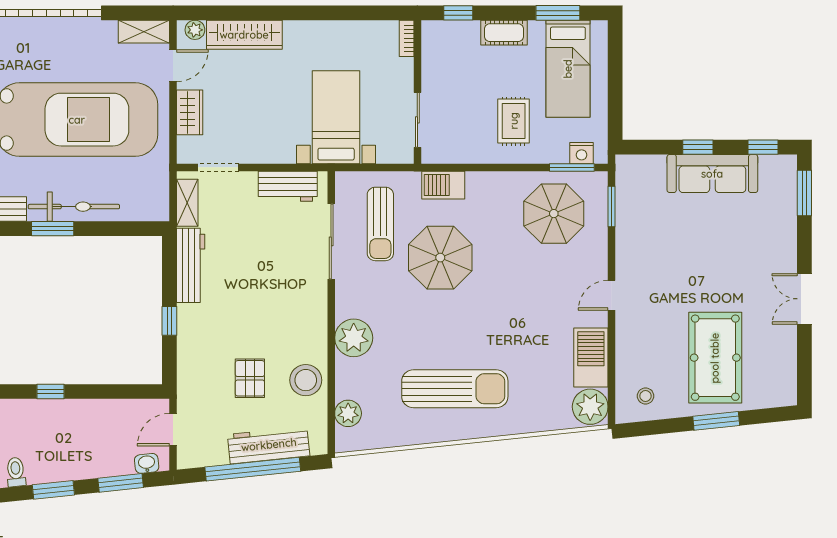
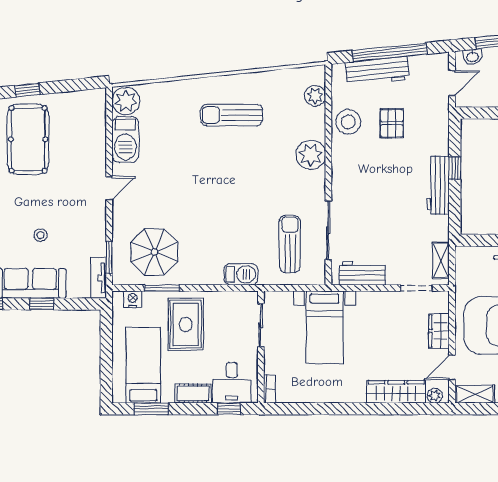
desk: (455, 46) -> (232, 383), added
rug: (514, 121) -> (186, 324), width x1.36, depth x1.43
window: (572, 167) -> (162, 288), moved
tv unit: (625, 180) -> (99, 278), added
parasol: (440, 258) -> (243, 218), removed
workbench: (191, 265) -> (438, 186), moved
sun lounger: (455, 389) -> (232, 115), width x0.73, depth x0.75
stool: (646, 396) -> (41, 235), moved
window: (716, 421) -> (27, 90), width x0.67

